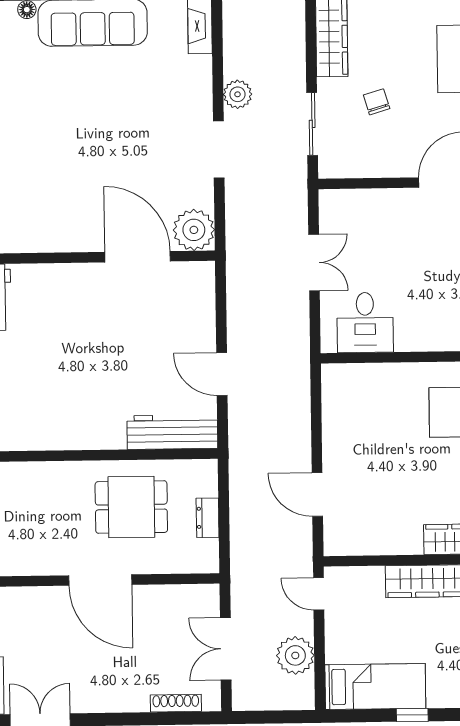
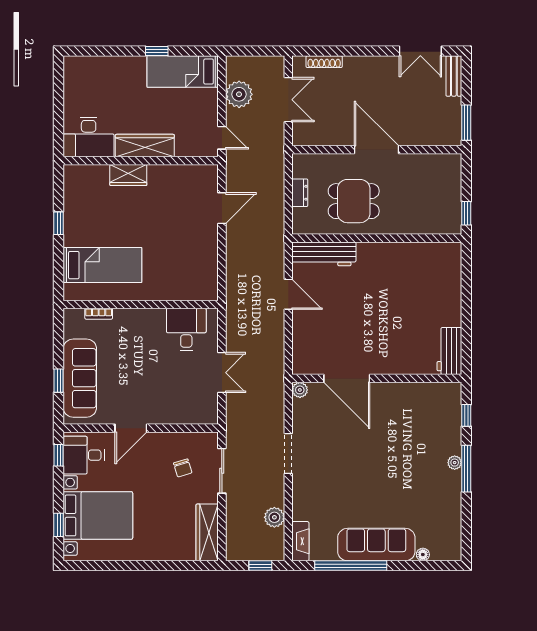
plant: (238, 94) -> (274, 517), moved
chair: (377, 102) -> (183, 468), moved
plant: (194, 230) -> (300, 390), width x0.53, depth x0.53
double door: (314, 262) -> (222, 373), swing flipped
door: (317, 495) -> (222, 208), hinge flipped

